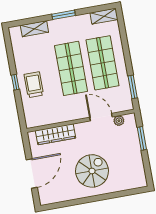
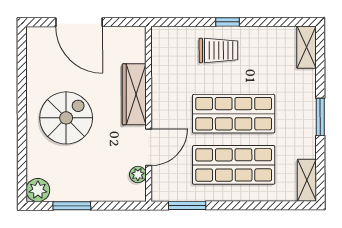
shelving: (34, 29) -> (306, 47), moved
wardrobe: (56, 134) -> (134, 94), moved
window: (142, 138) -> (72, 206), moved
spiral stairs: (92, 171) -> (66, 118), turned -90
plant: (139, 180) -> (38, 190), added

